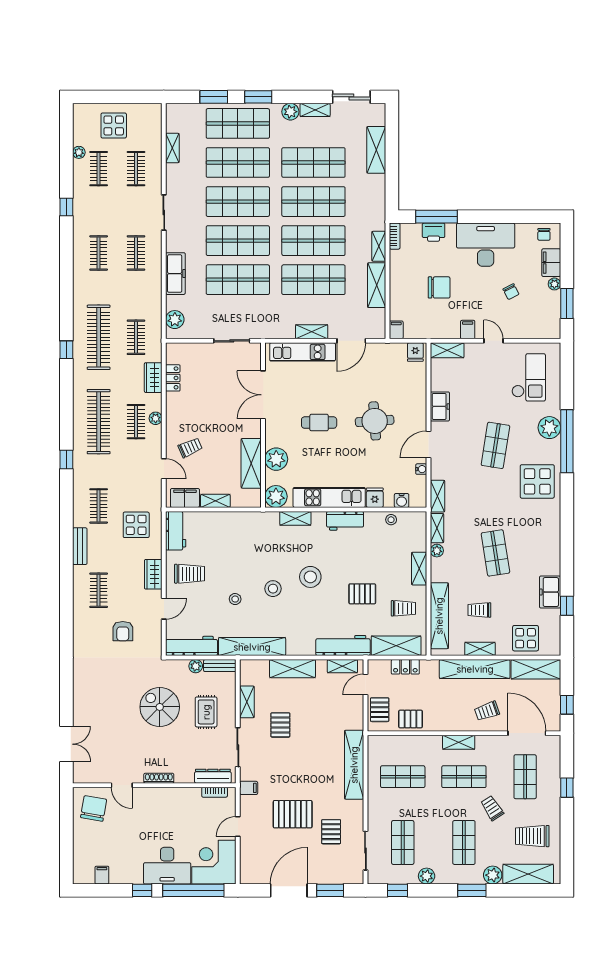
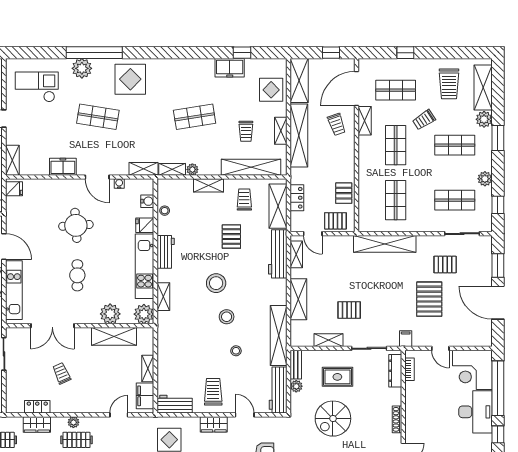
trolley: (190, 448) -> (62, 373), moved
shelving: (459, 742) -> (365, 121), moved

